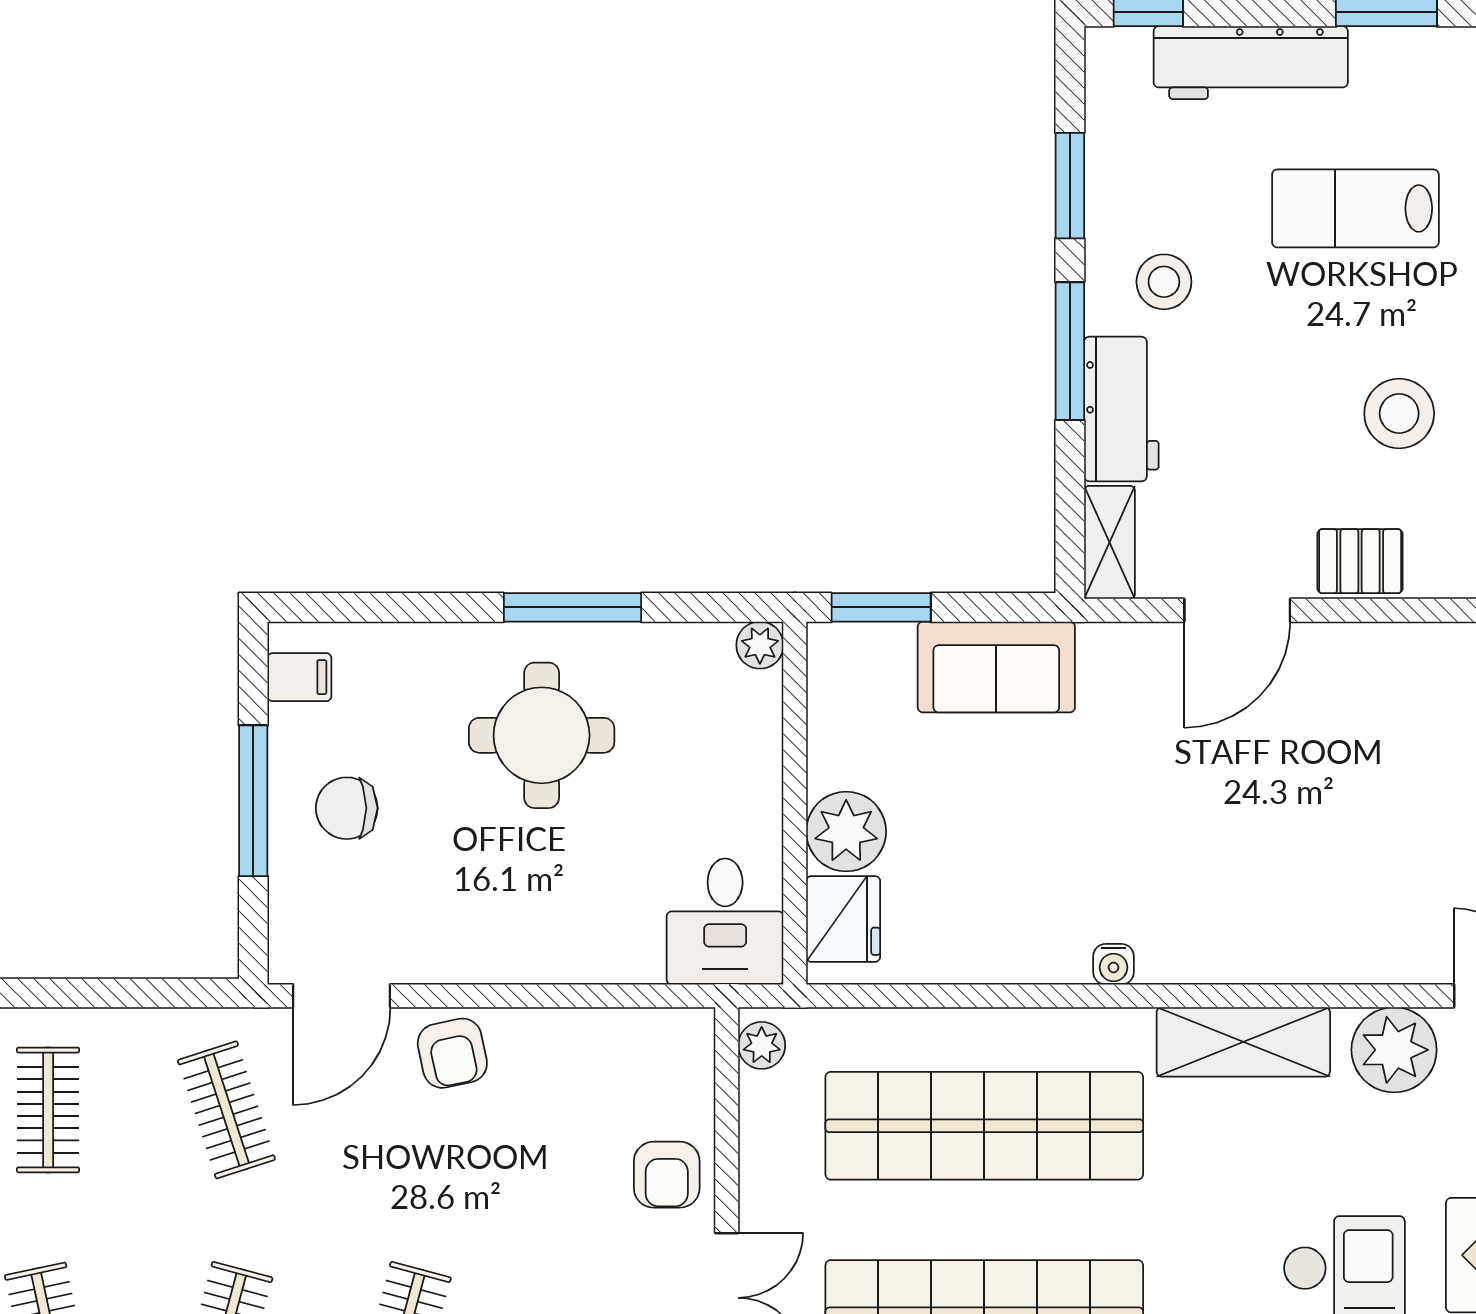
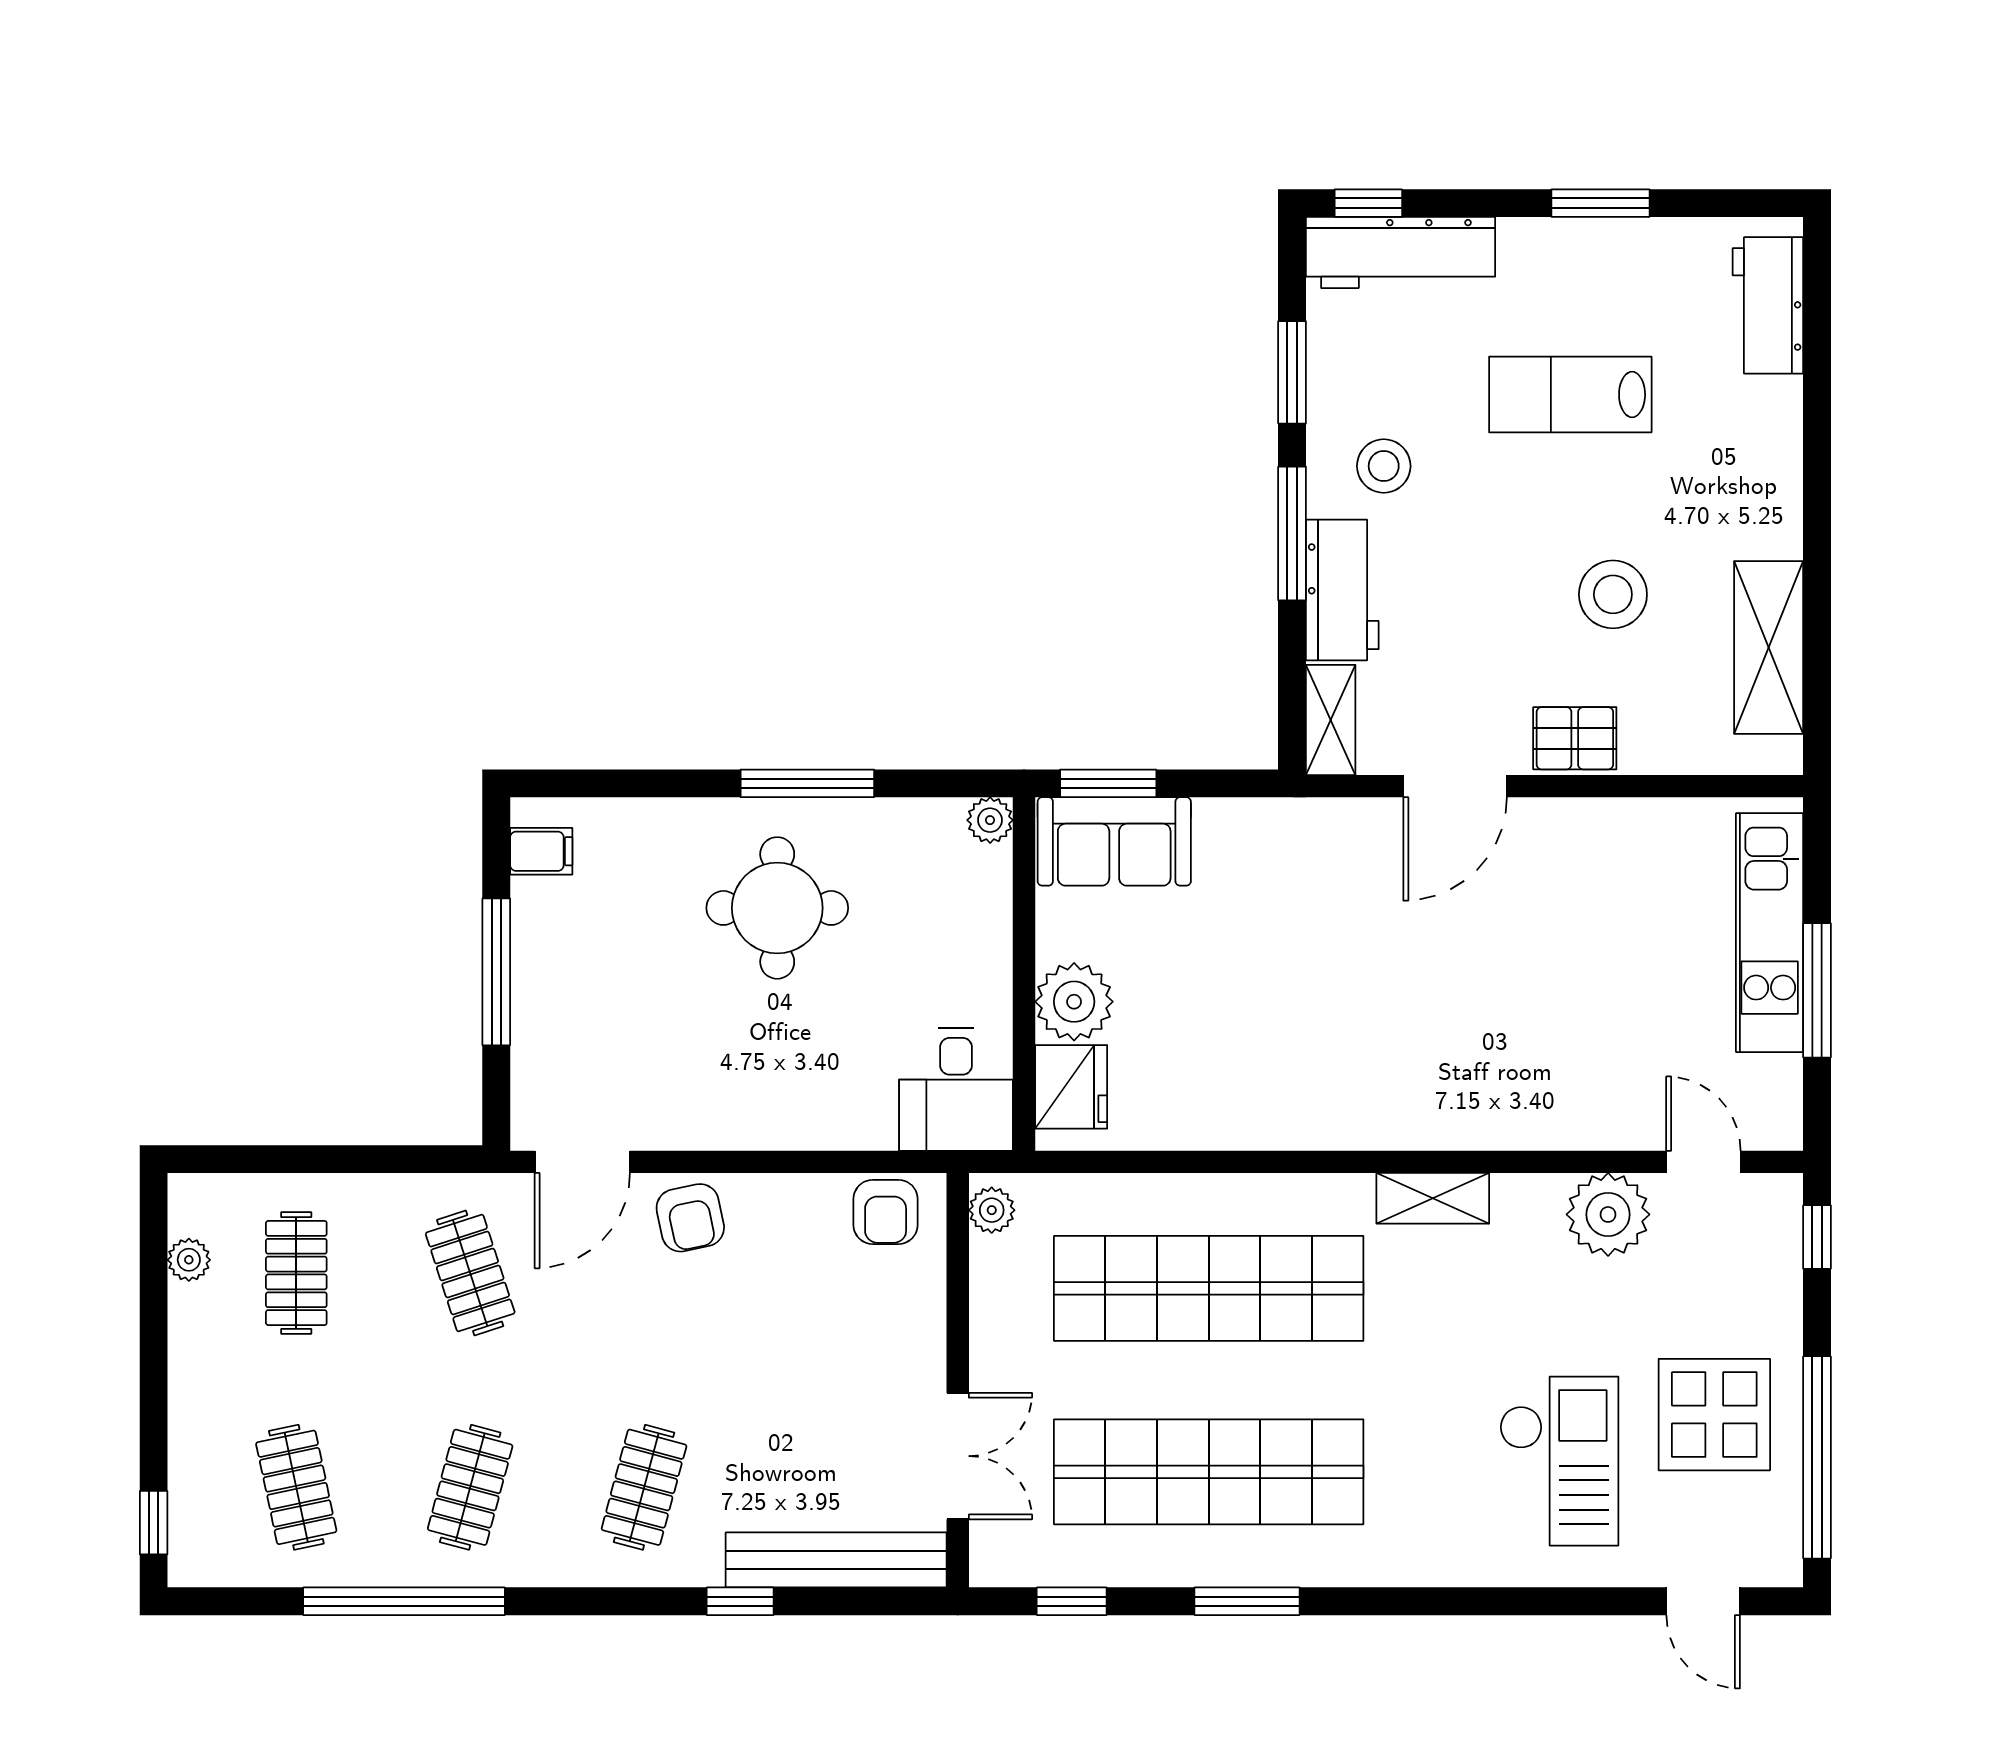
workbench: (1251, 63) -> (1401, 252), moved
sofa: (996, 667) -> (1114, 841), moved
chair: (347, 808) -> (587, 979), removed
water cooler: (1114, 964) -> (1335, 1131), removed
shelving: (1243, 1042) -> (1433, 1198), width x0.67, depth x0.75
armchair: (667, 1175) -> (886, 1212), moved

